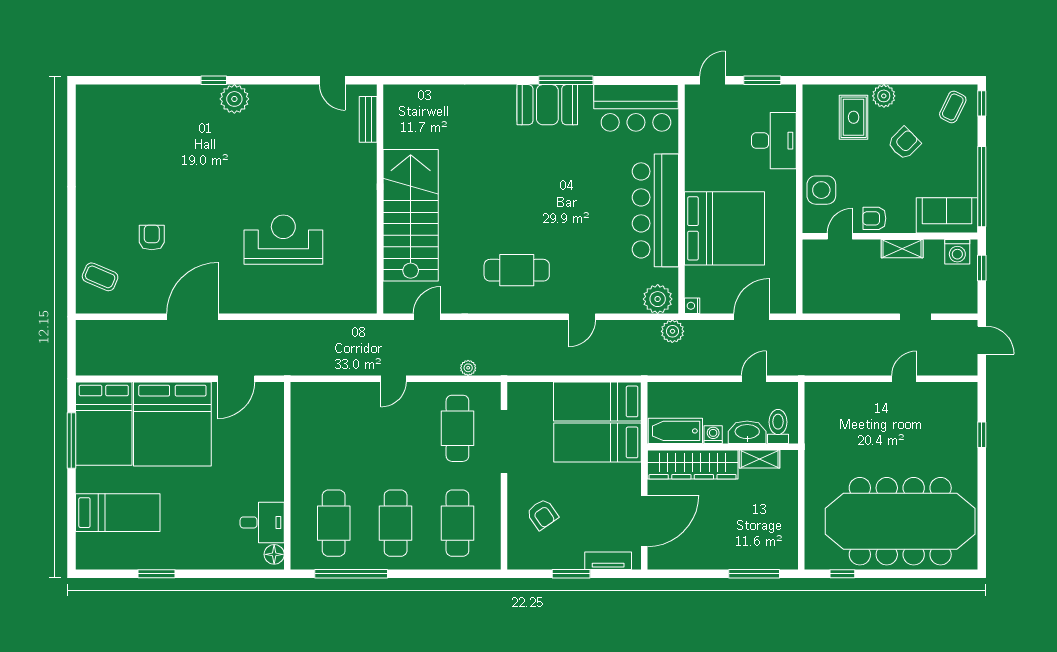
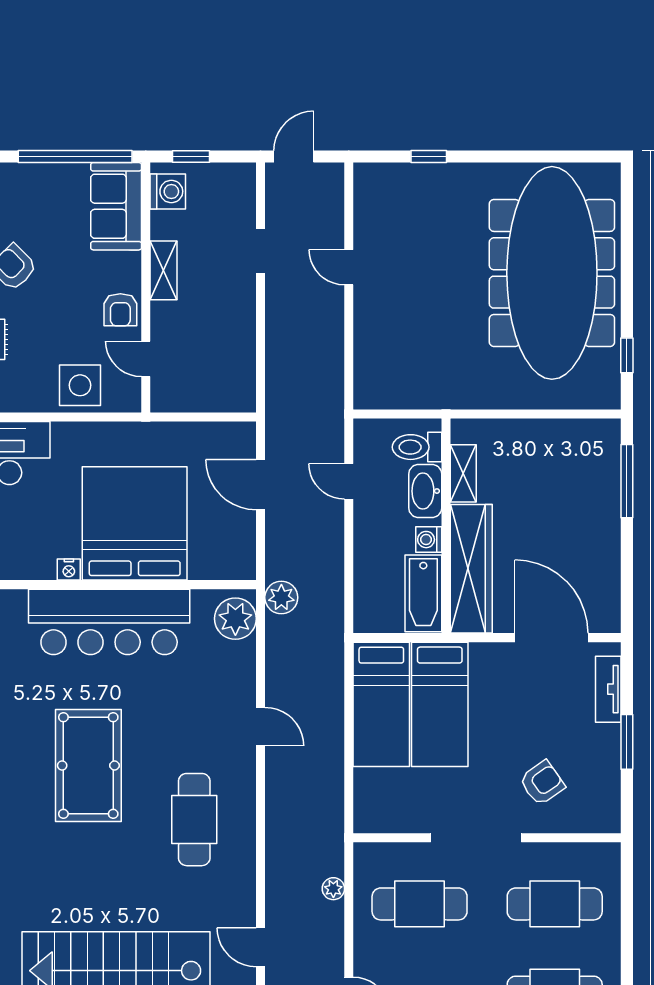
pool table: (555, 196) -> (88, 766), added
nightstand: (692, 306) -> (69, 570), moved
doorway: (504, 442) -> (476, 838), moved

